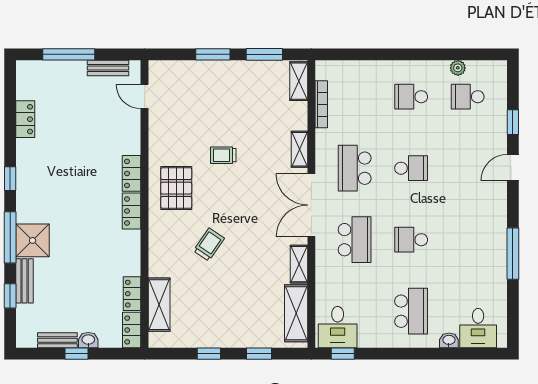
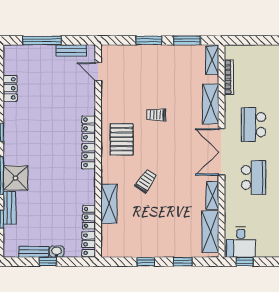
shelving: (299, 149) -> (211, 104), width x1.50, depth x1.33
shelving: (159, 305) -> (109, 204), moved

